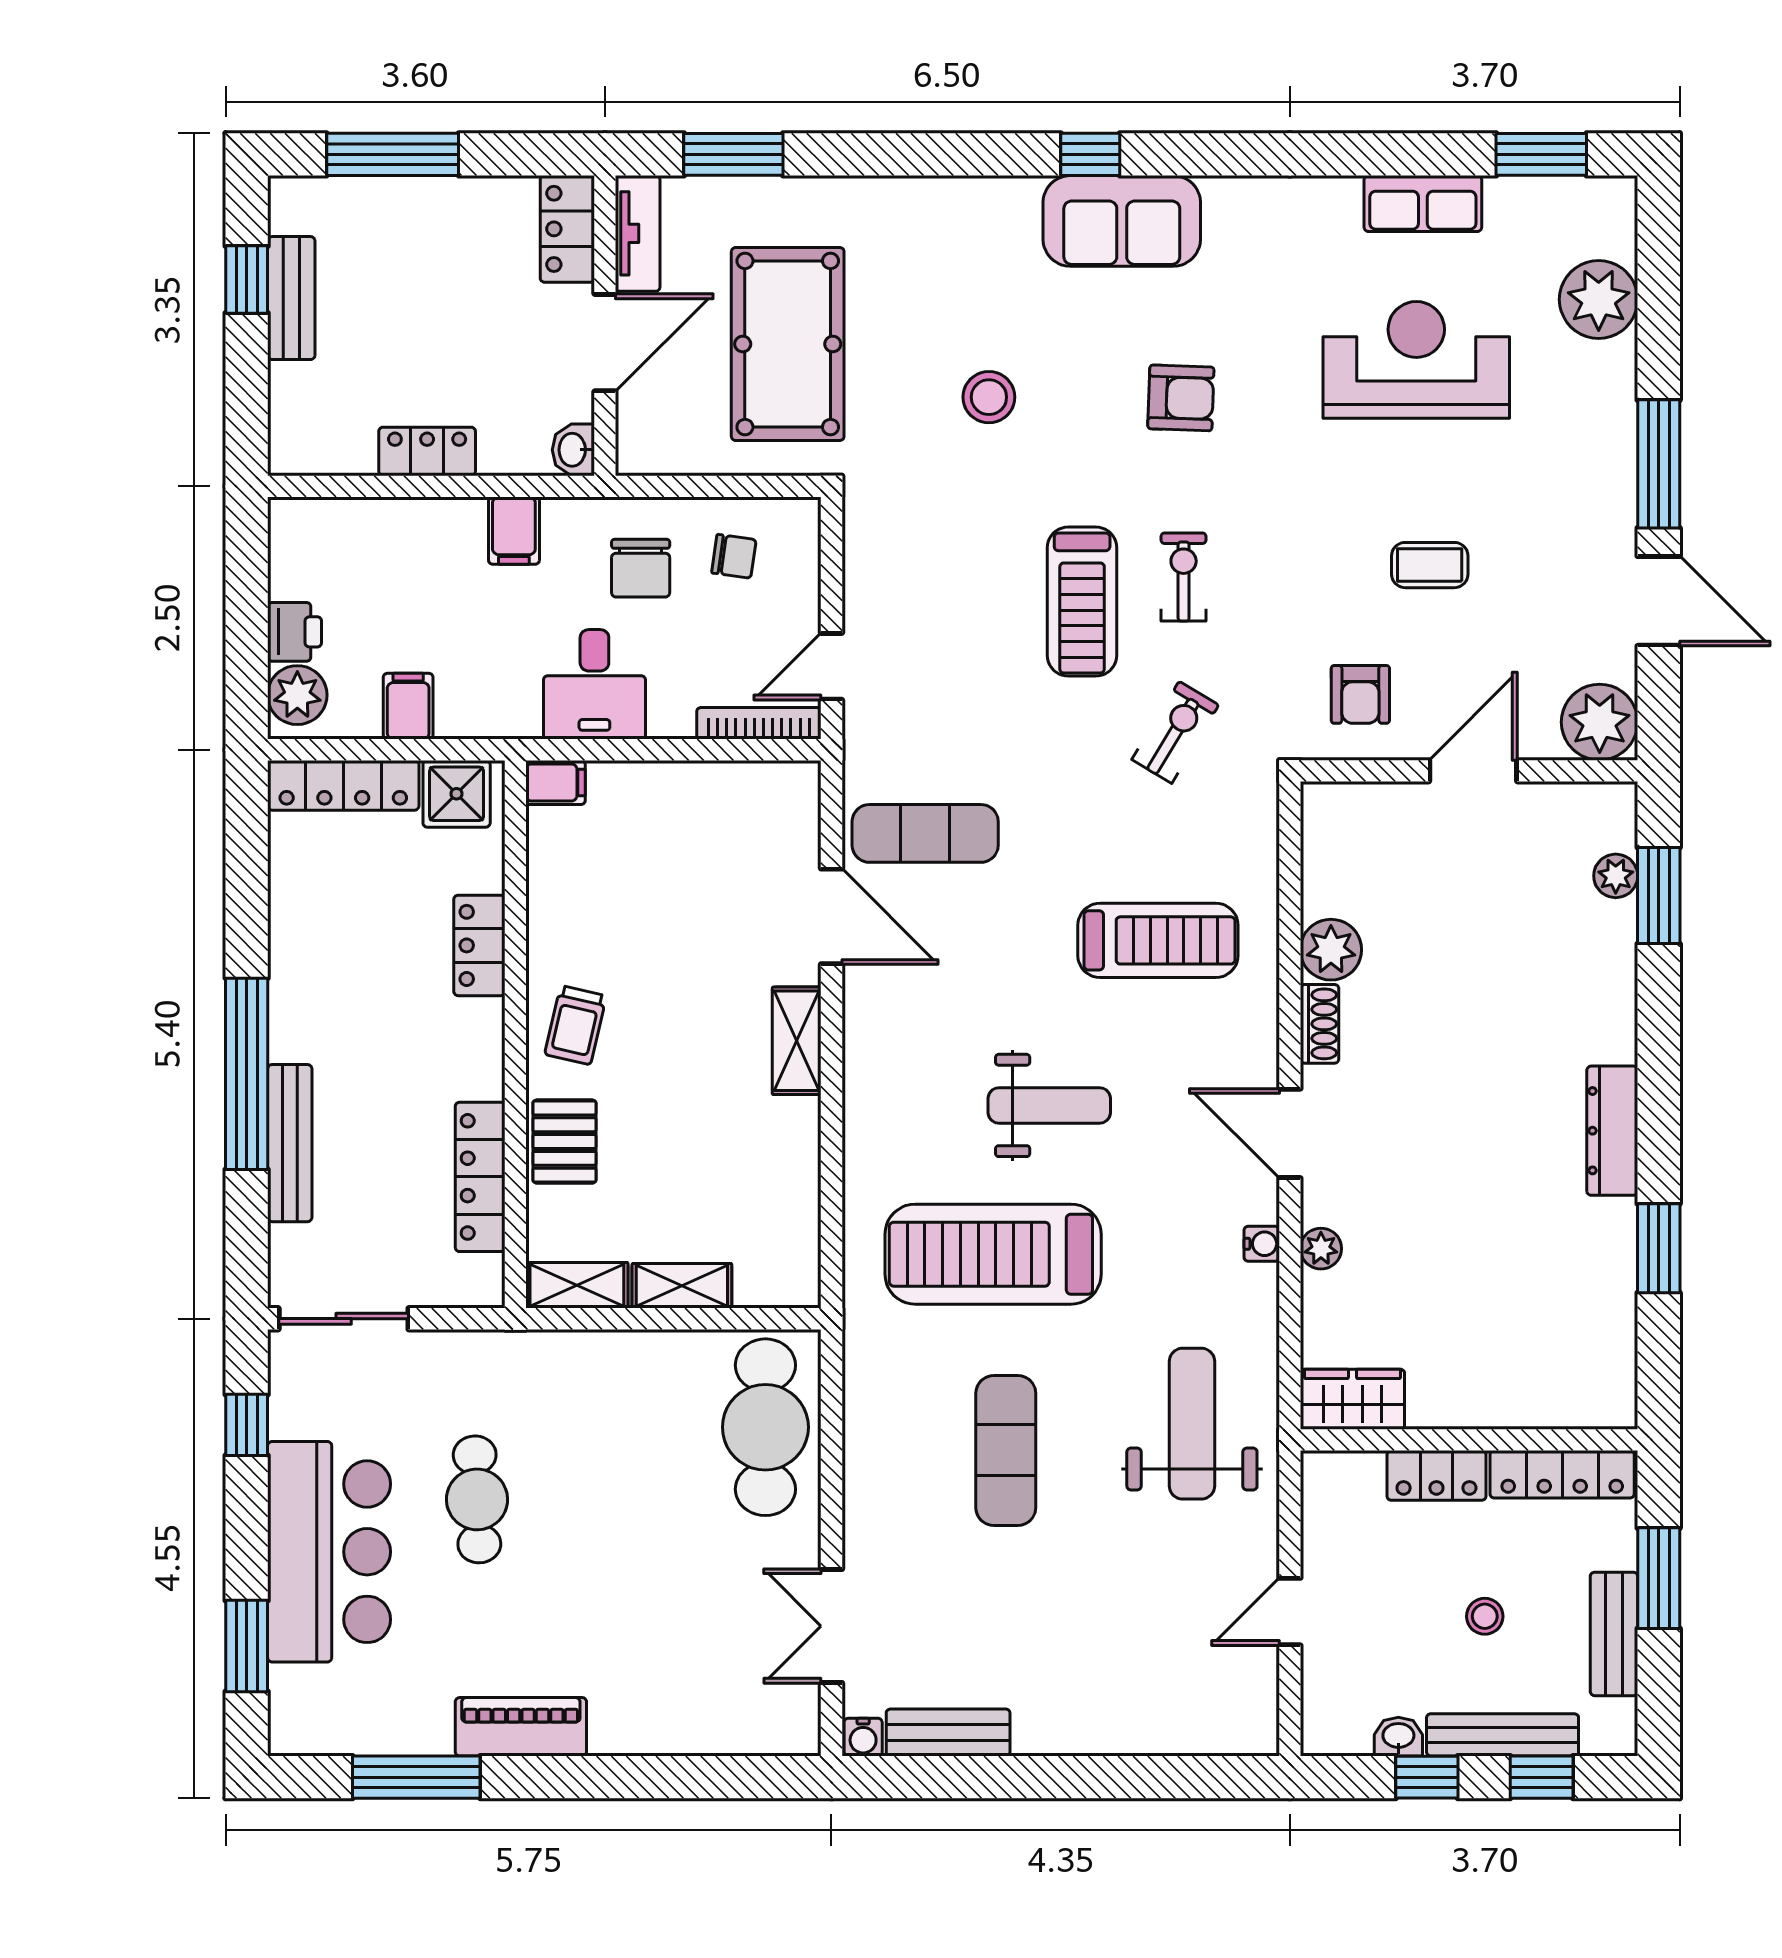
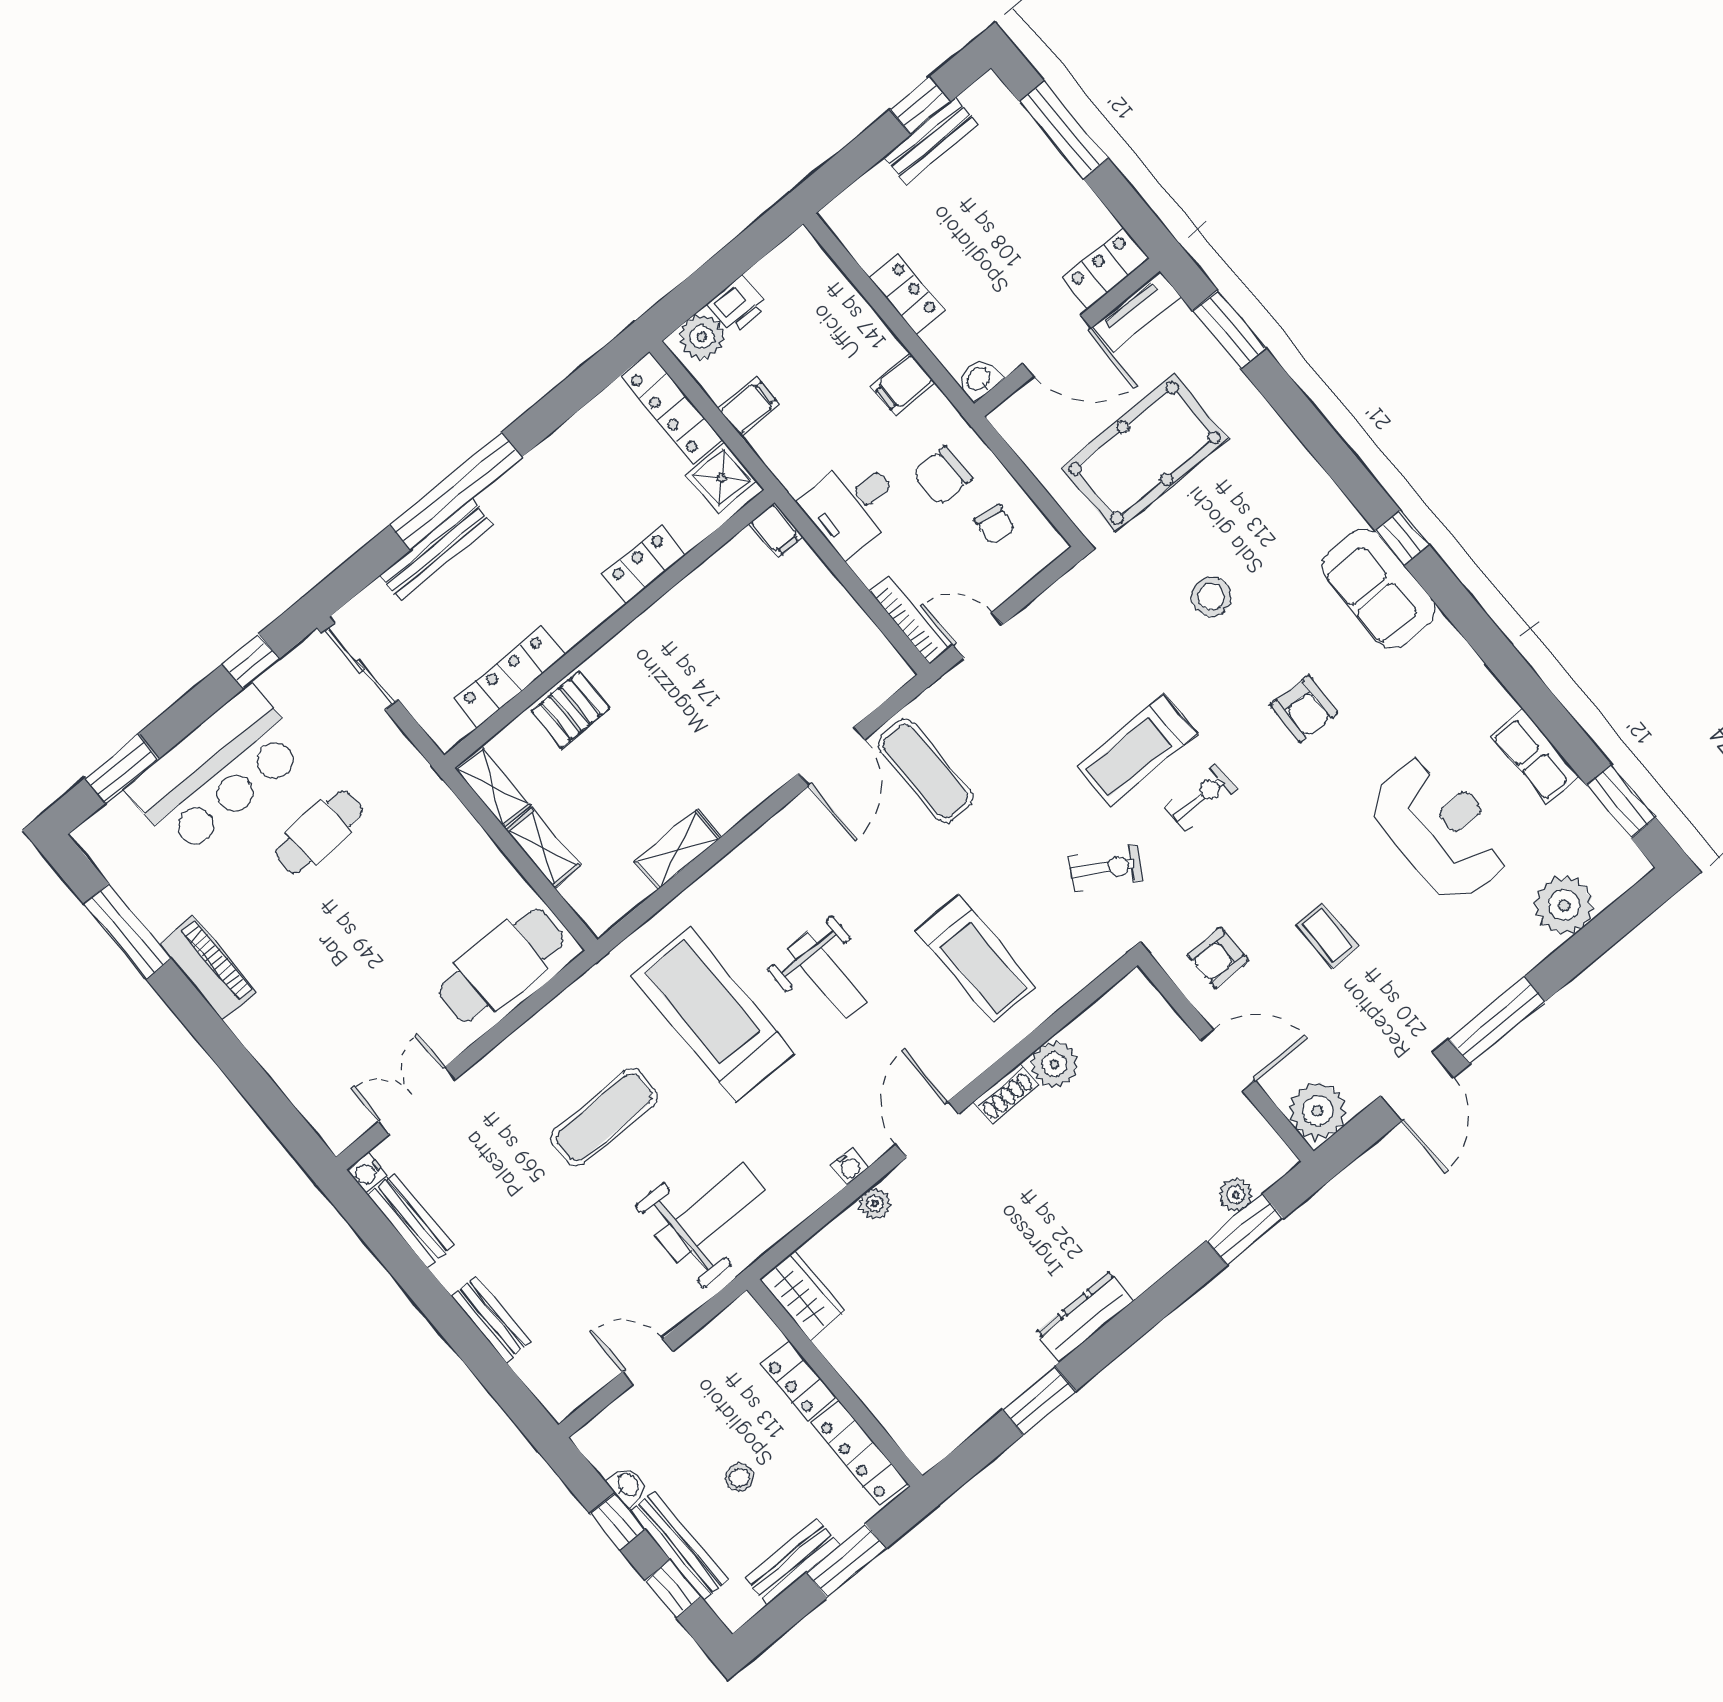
trolley: (576, 1025) -> (644, 660), removed
shelving: (797, 1041) -> (678, 850), moved
bench: (1115, 1735) -> (491, 1319), added

